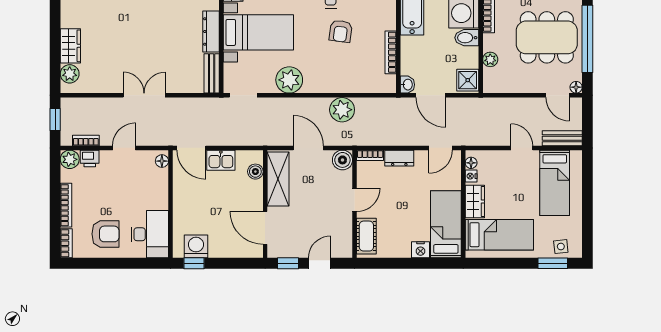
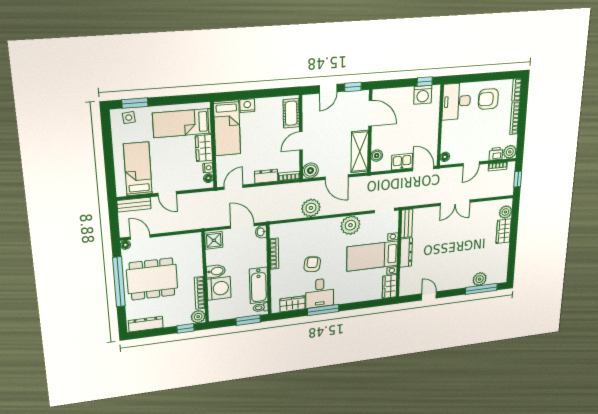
plant: (490, 59) -> (197, 258), removed

